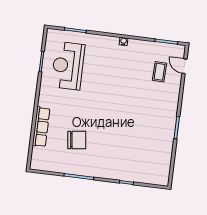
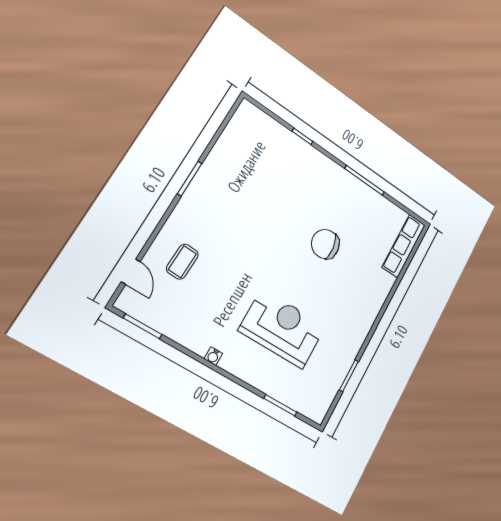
reception desk: (68, 66) -> (282, 329), moved, turned -90
coffee table: (160, 72) -> (182, 262), moved
row of seats: (41, 127) -> (404, 246), moved
chair: (77, 140) -> (325, 244), moved

